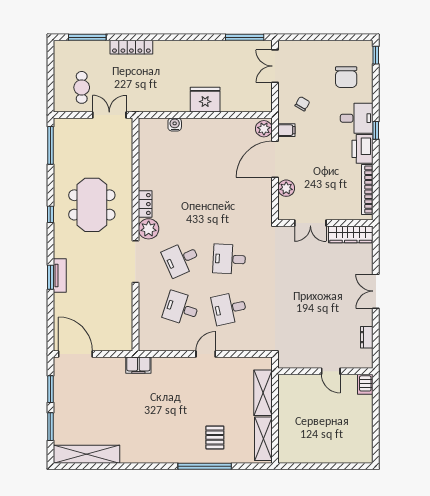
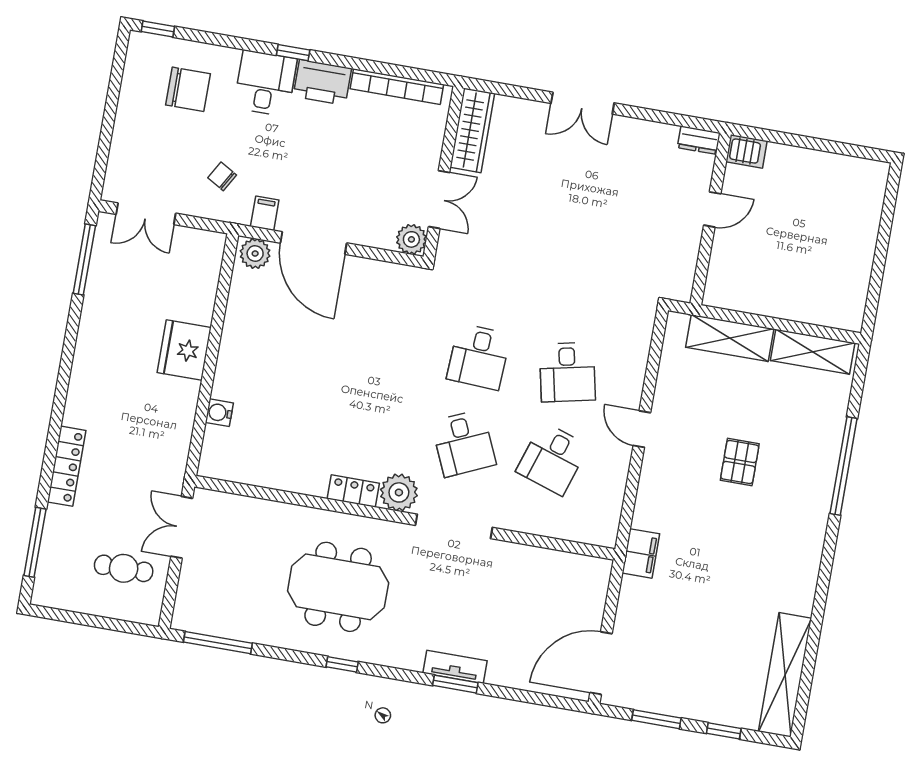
plant: (286, 188) -> (411, 239), moved
dresser: (367, 337) -> (699, 140), moved
window: (50, 427) -> (724, 731), width x0.67
pallet: (215, 437) -> (740, 462), moved, turned 90

